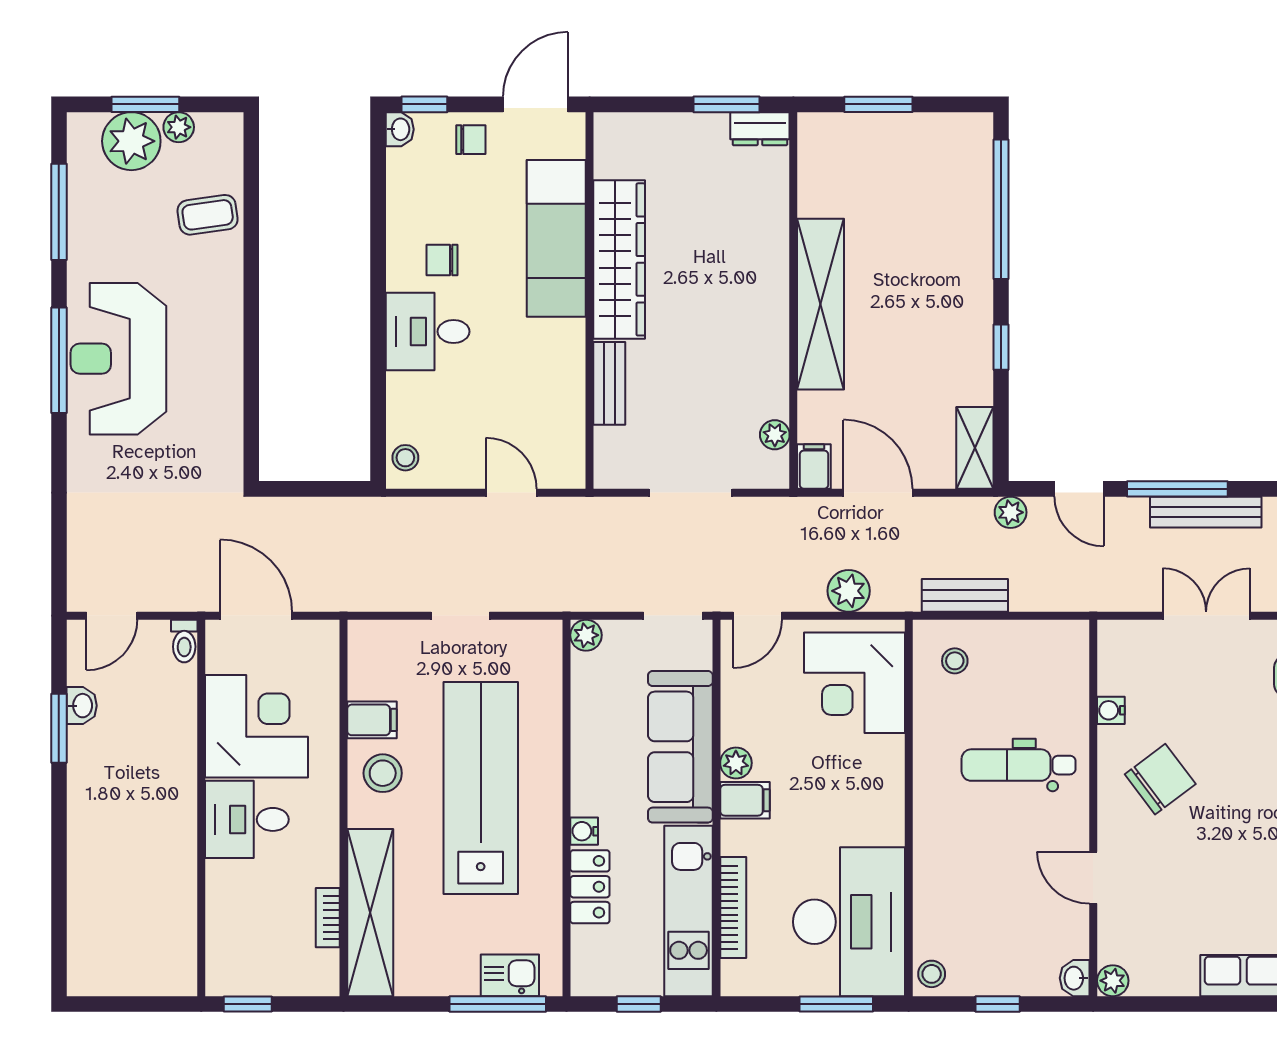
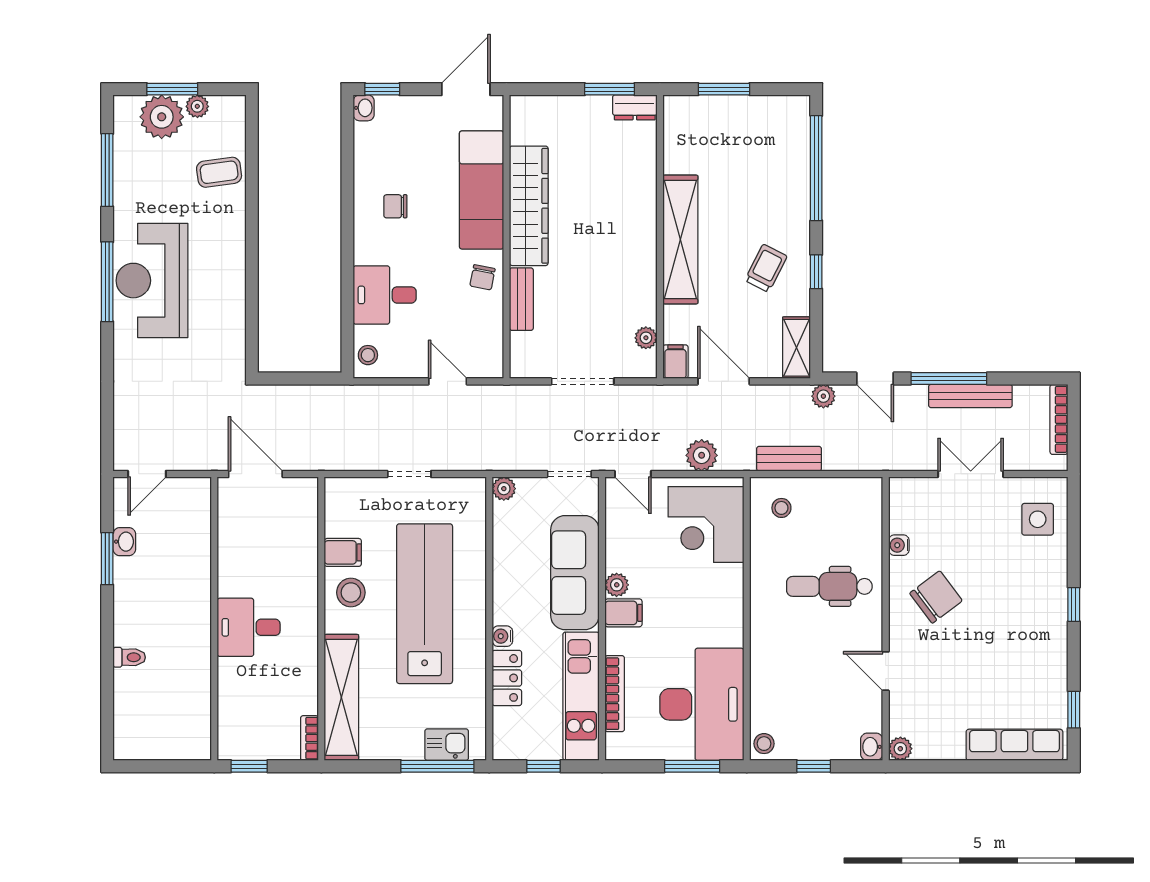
chair: (471, 140) -> (482, 277), moved, turned 101
desk: (428, 332) -> (385, 295), moved
trolley: (934, 342) -> (766, 268), added
door: (757, 616) -> (633, 474), hinge flipped
toilet: (184, 641) -> (129, 657), moved, turned -90
corner desk: (256, 726) -> (256, 557), removed
bookcase: (328, 918) -> (309, 738), moved

